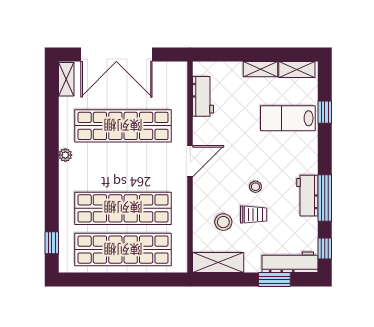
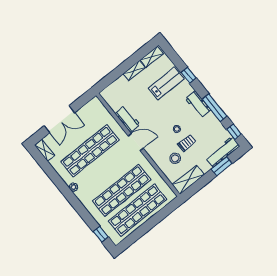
double door: (116, 55) -> (59, 119), width x0.73
workbench: (203, 96) -> (127, 119), moved
window: (325, 112) -> (189, 75), moved
lab bench: (288, 118) -> (166, 84), turned 180
door: (190, 161) -> (136, 142), hinge flipped
workbench: (307, 196) -> (198, 104), moved

